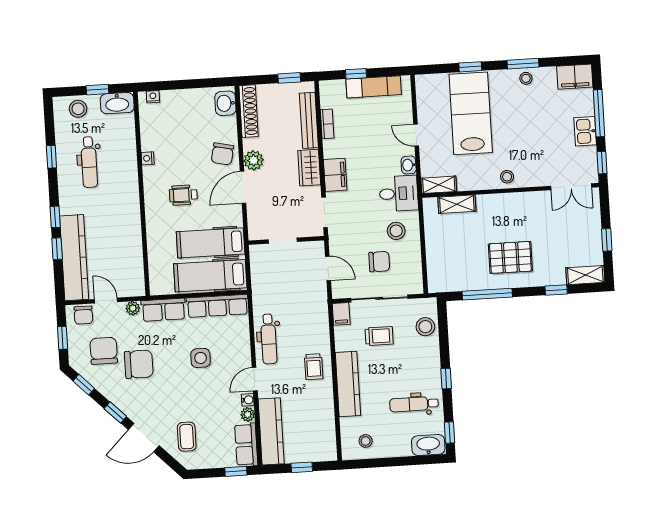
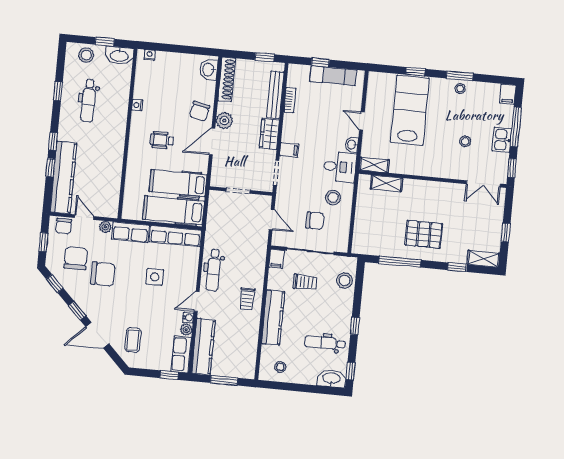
filing cabinet: (575, 77) -> (508, 94), width x0.50
filing cabinet: (335, 175) -> (289, 150), width x0.50
stool: (507, 177) -> (465, 141), moved
window: (302, 467) -> (224, 380), width x1.50

